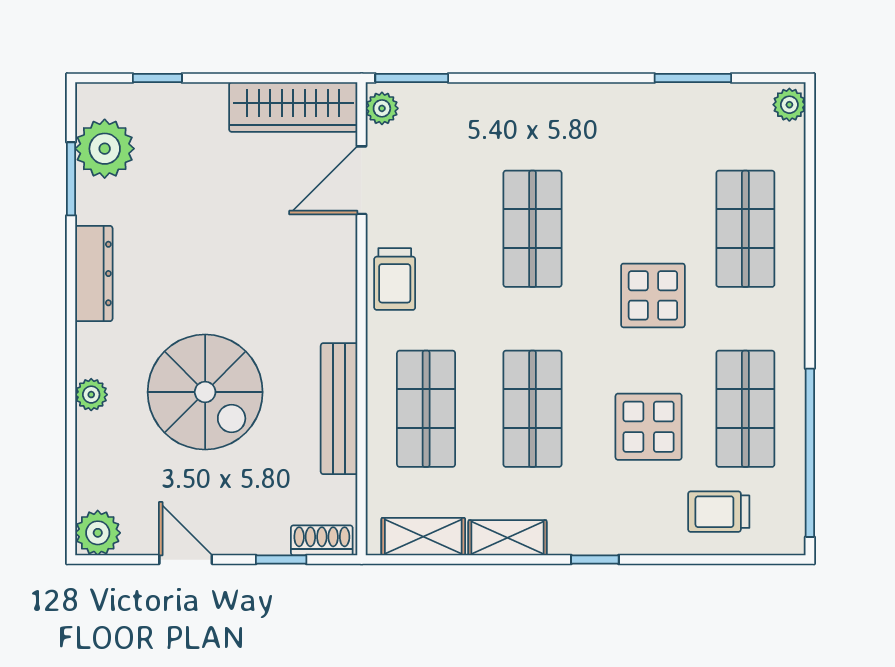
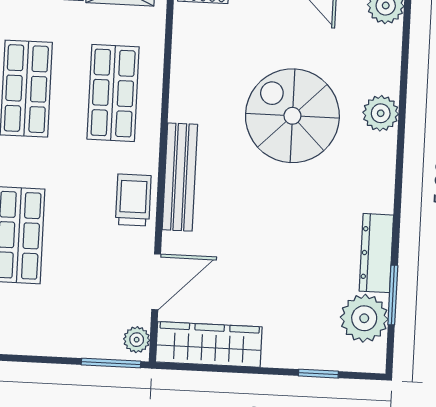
dresser: (94, 274) -> (376, 253), moved
plant: (91, 395) -> (381, 113), width x1.38, depth x1.38
bench: (339, 409) -> (180, 177), moved

